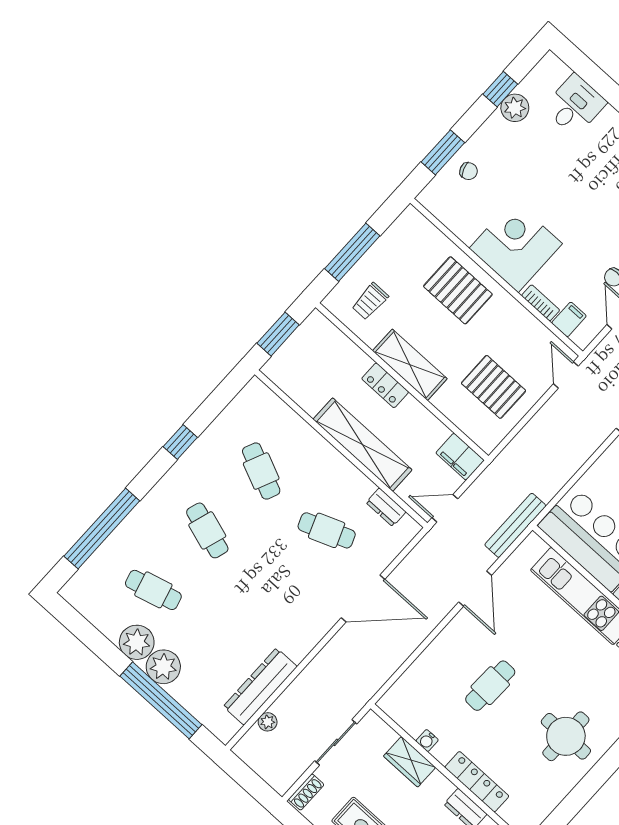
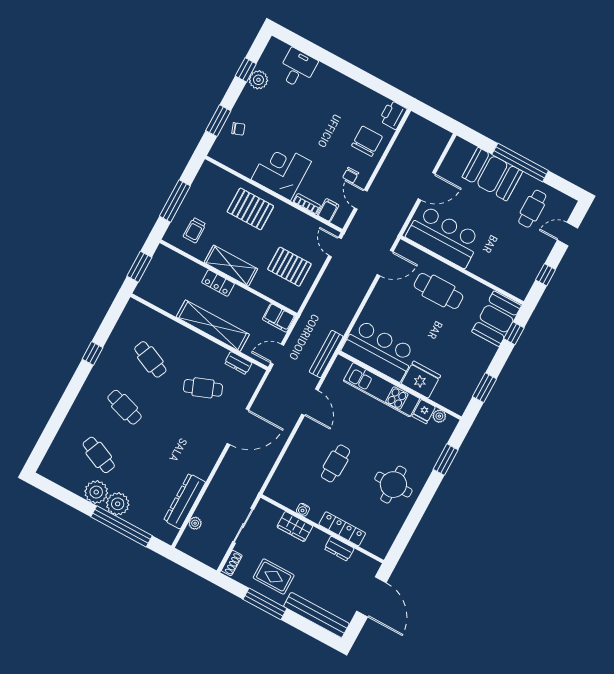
window: (102, 528) -> (55, 423), removed
cafe table: (153, 590) -> (99, 455), turned 39

